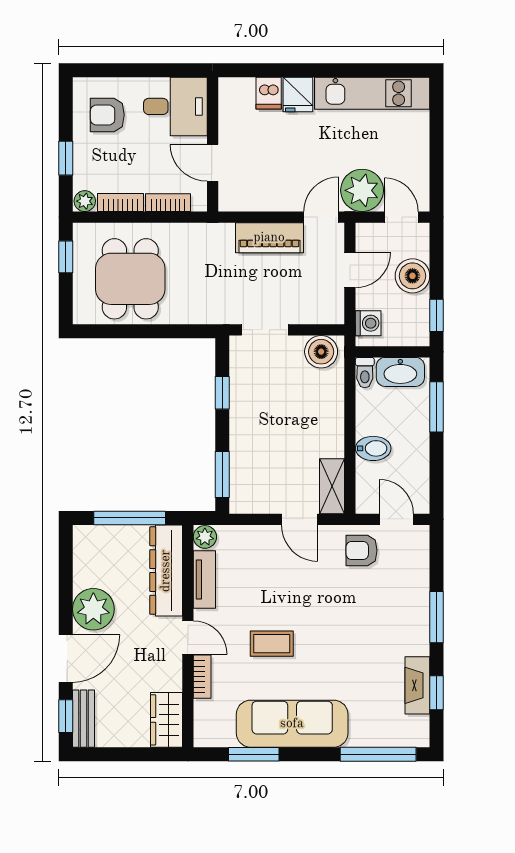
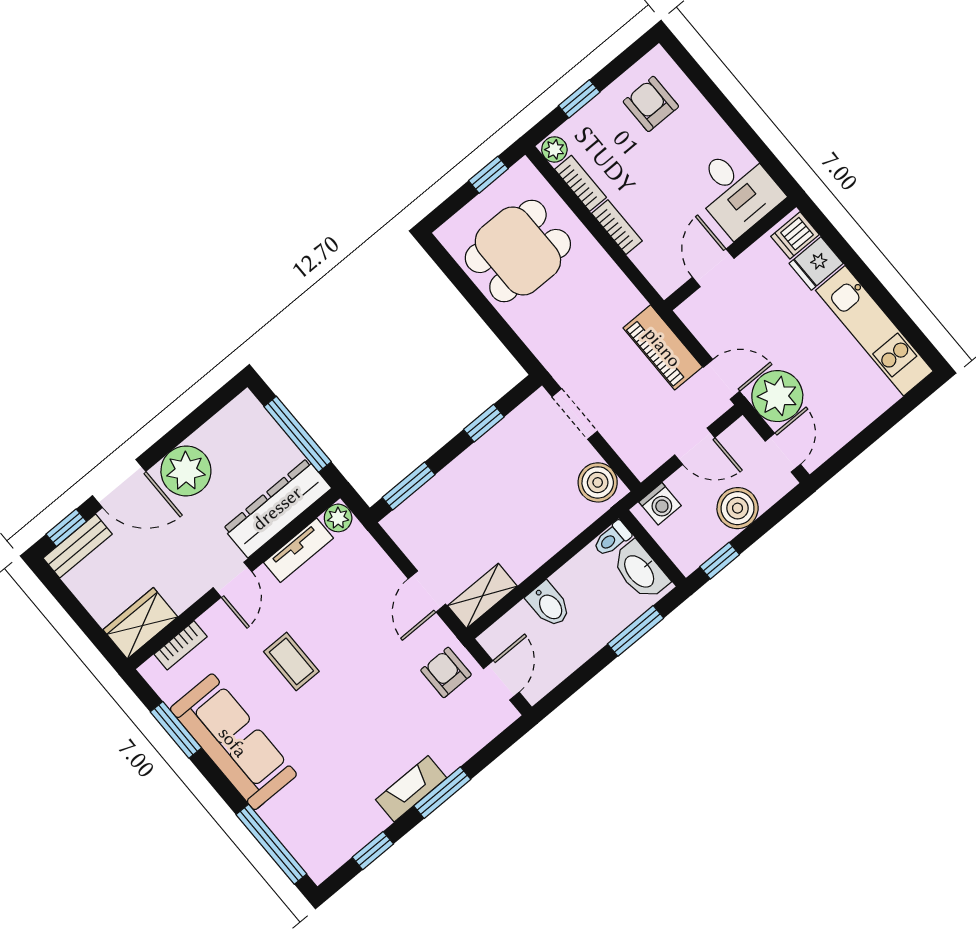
desk: (175, 106) -> (736, 190), moved
wall: (213, 144) -> (730, 254), moved
door: (213, 163) -> (713, 268), moved
bookcase: (202, 677) -> (181, 645), moved
fireplace: (417, 685) -> (411, 789), moved

